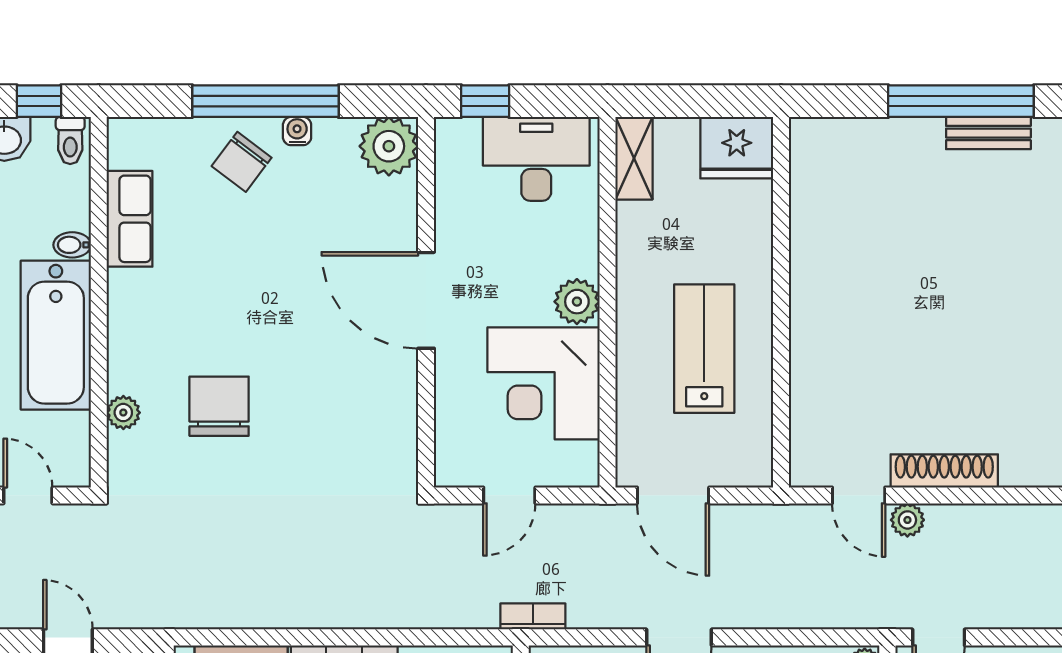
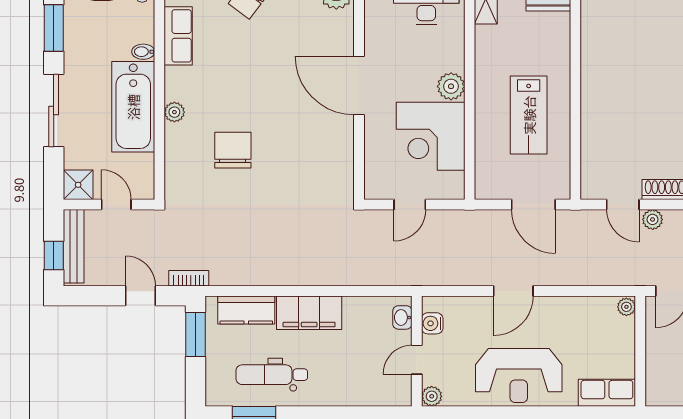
lab bench: (704, 349) -> (529, 115), turned 180
plant: (123, 413) -> (174, 112), moved
door: (673, 495) -> (533, 204), moved
bookcase: (533, 616) -> (189, 278), moved

